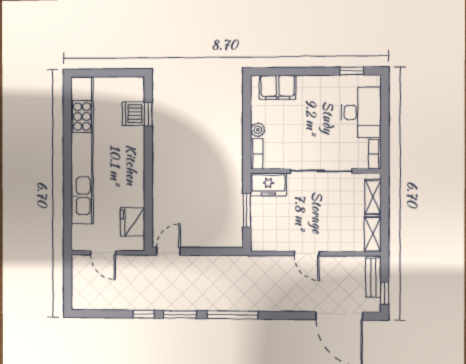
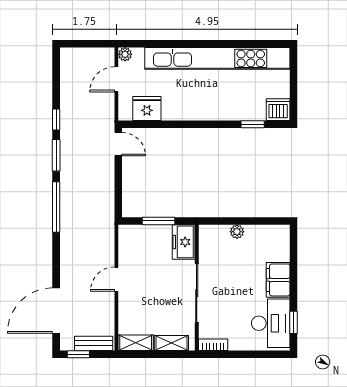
filing cabinet: (278, 87) -> (278, 280), moved
desk: (361, 112) -> (271, 323), moved, turned -90
dishwasher: (133, 114) -> (278, 110), moved
bookcase: (257, 154) -> (213, 231), removed
plant: (78, 244) -> (125, 54), added

